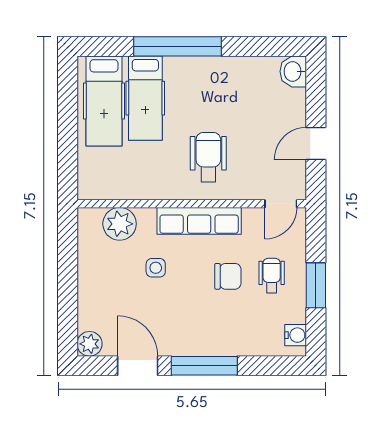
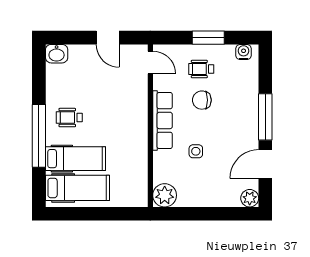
wheelchair: (208, 157) -> (69, 118), moved, width x0.73, depth x0.73
plant: (120, 224) -> (165, 195), moved
chair: (228, 276) -> (202, 100), turned -90

